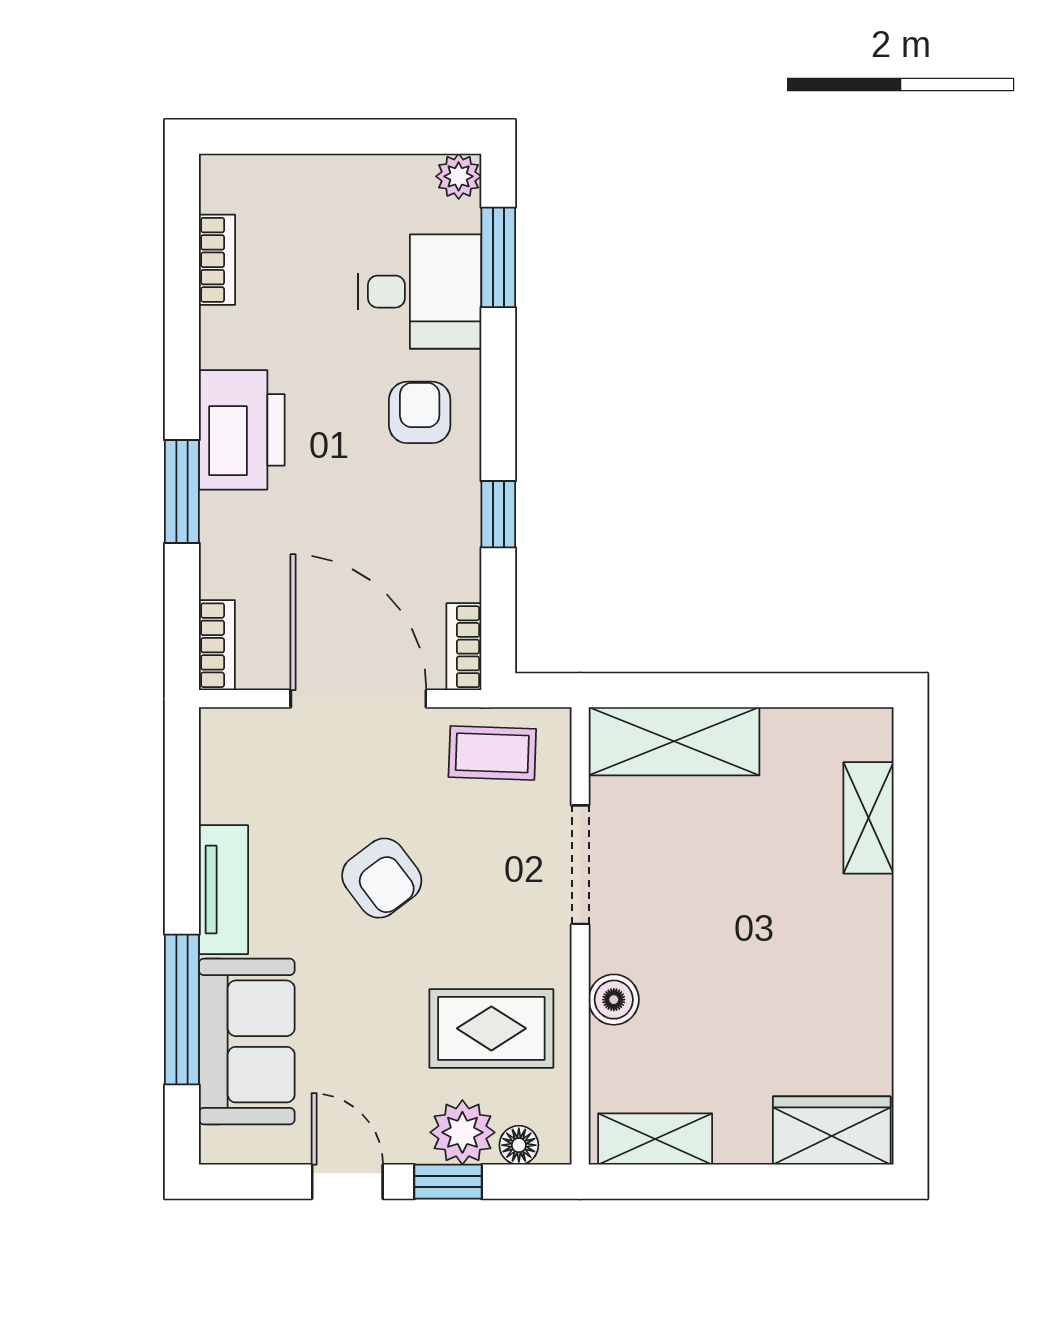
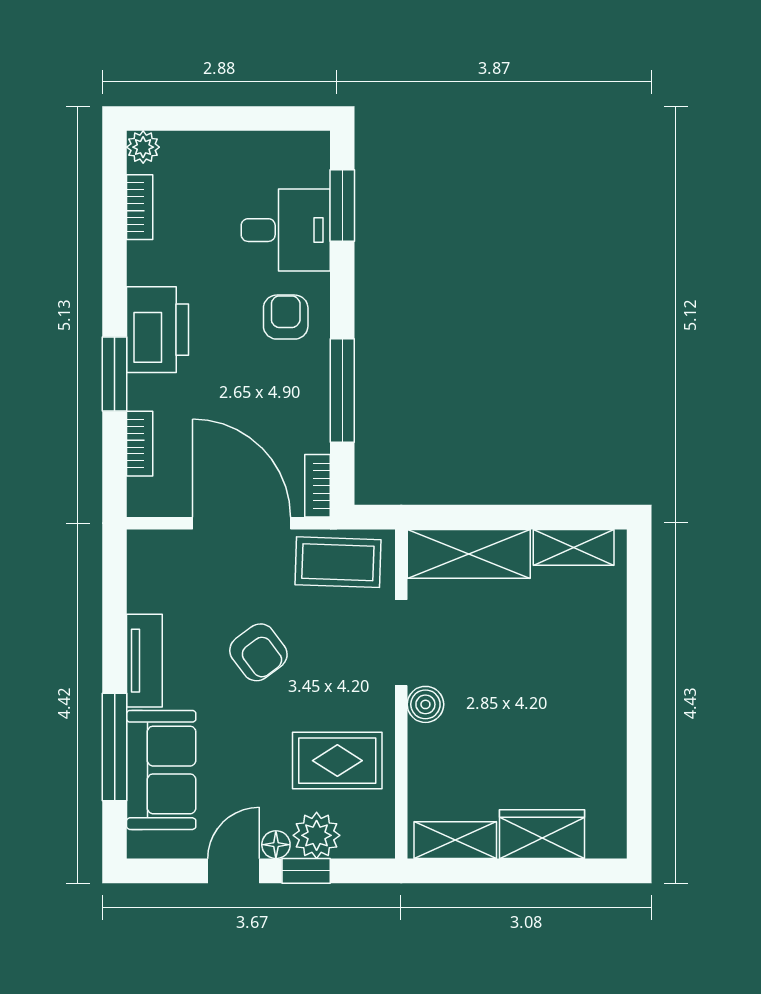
plant: (459, 176) -> (143, 147), moved
window: (498, 514) -> (342, 390), width x2.17
bookcase: (217, 645) -> (140, 444), moved
coffee table: (492, 753) -> (338, 562), width x1.36, depth x1.30
shelving: (869, 818) -> (574, 547), moved, turned 90
boiler: (614, 1000) -> (425, 704), moved
wardrobe: (832, 1131) -> (542, 834), moved
floor lamp: (519, 1145) -> (276, 845), moved
door: (347, 1182) -> (234, 871), hinge flipped

